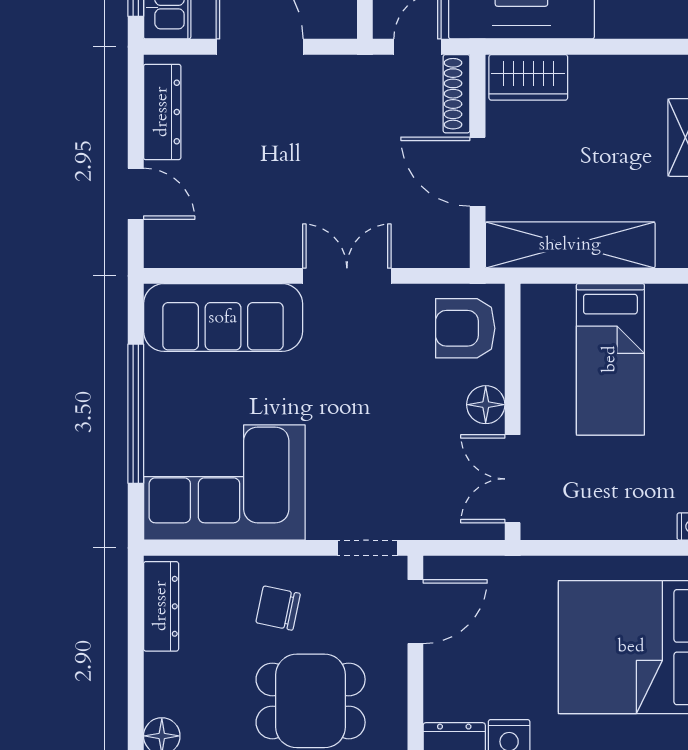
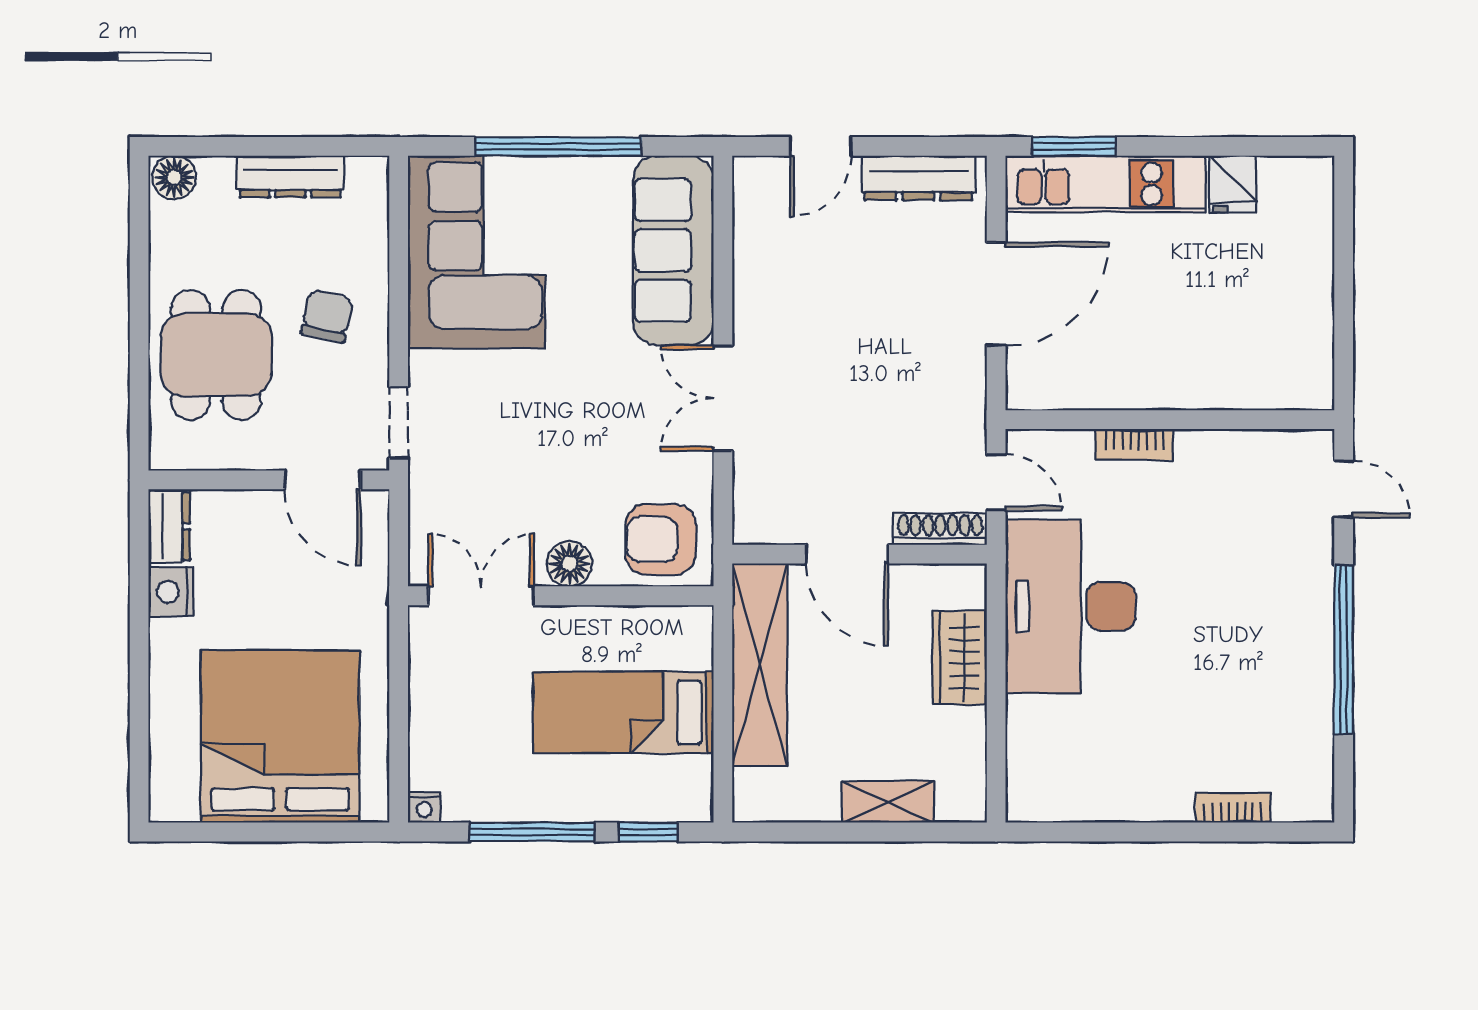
wardrobe: (528, 77) -> (960, 658), moved
door: (478, 172) -> (847, 554), swing flipped
double door: (347, 276) -> (723, 398), swing flipped
armchair: (465, 328) -> (660, 539), turned -90
dresser: (161, 606) -> (290, 177), moved

